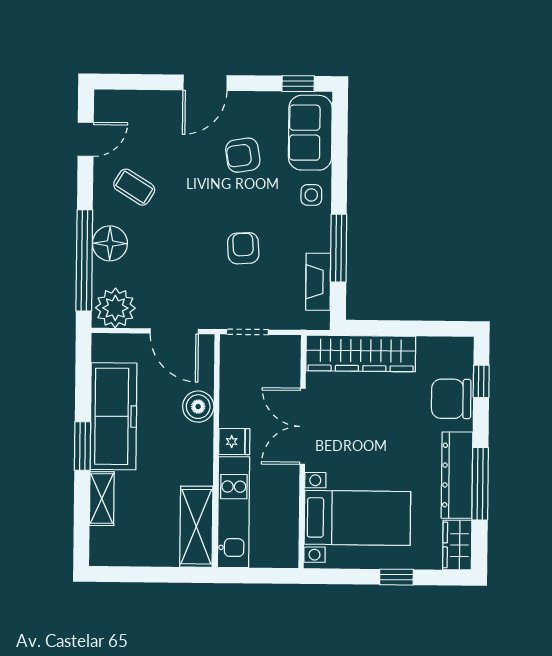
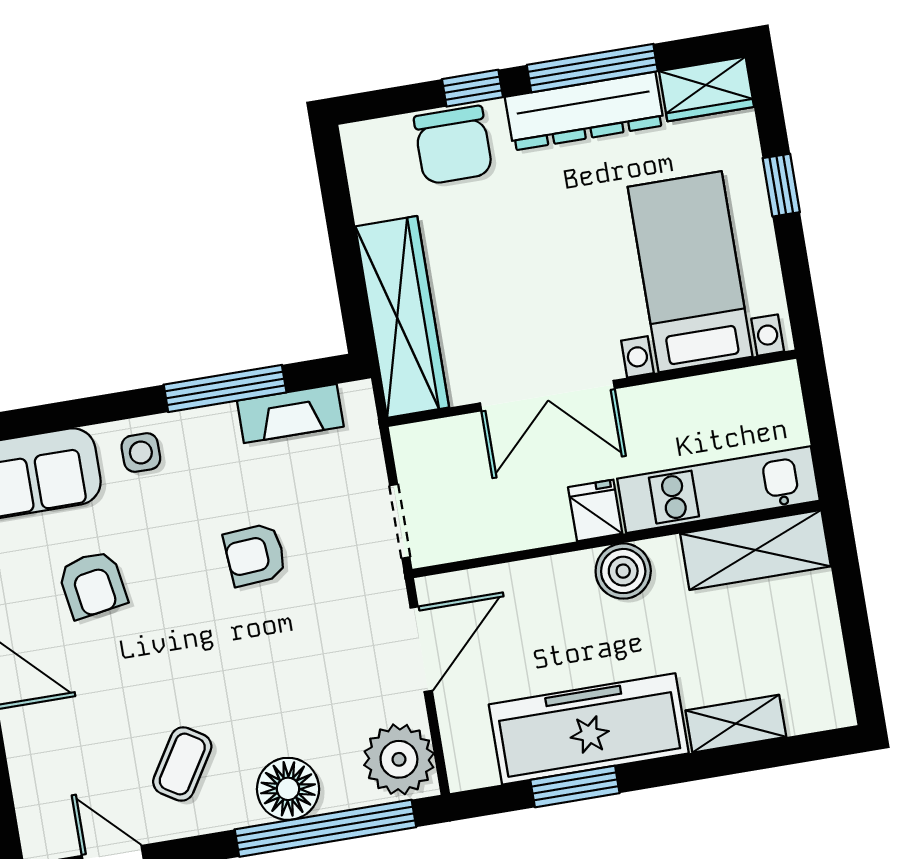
window: (481, 381) -> (472, 88), moved
boiler: (198, 407) -> (623, 571), moved
window: (82, 446) -> (575, 786), moved

